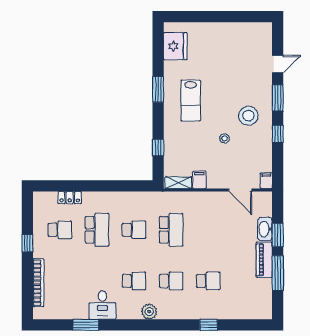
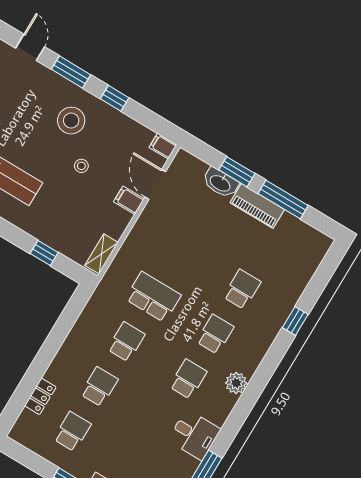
filing cabinet: (199, 180) -> (129, 200), moved
door: (240, 190) -> (155, 184), swing flipped
school desk: (97, 230) -> (99, 387), width x0.54

